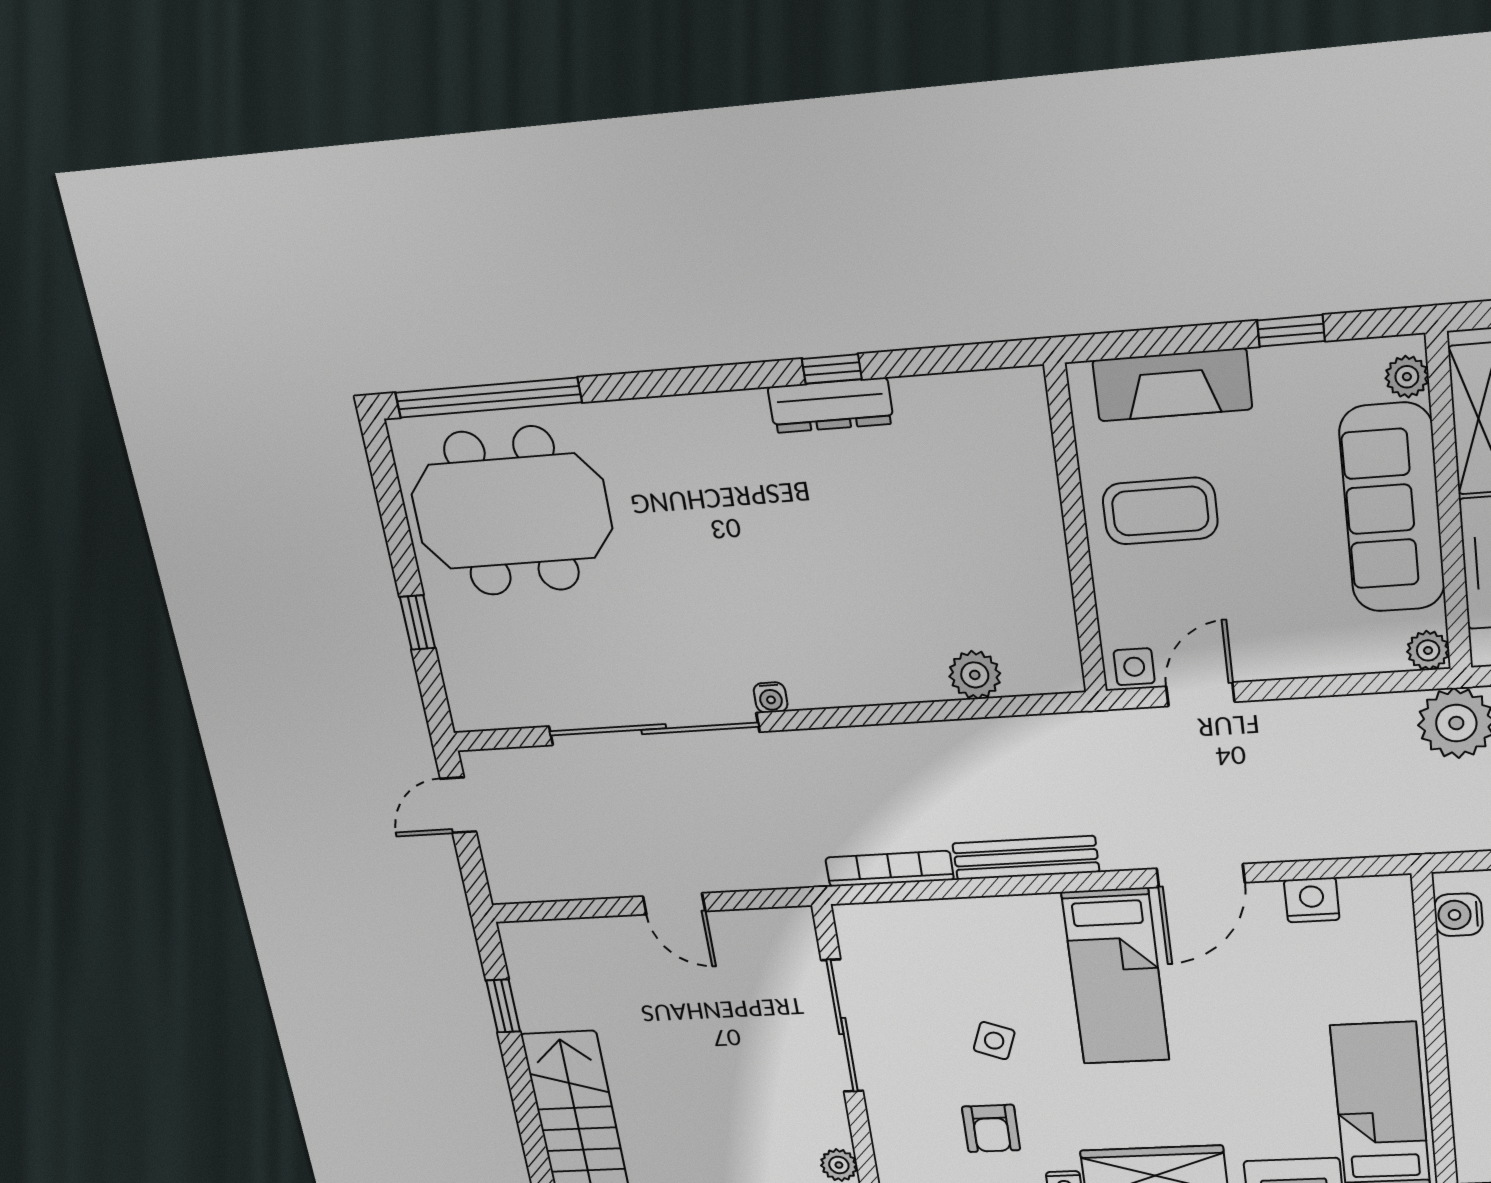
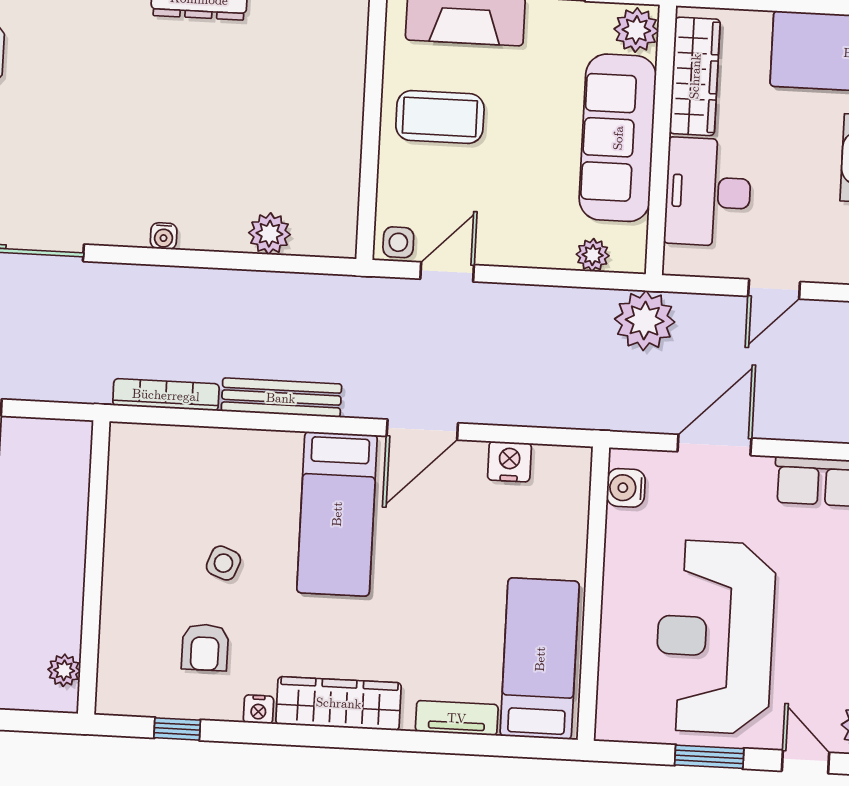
plant: (1407, 377) -> (636, 30), width x1.38, depth x1.38
plant: (1428, 650) -> (593, 255), moved
water cooler: (771, 698) -> (164, 236), moved
sliding door: (842, 1026) -> (95, 536), removed

